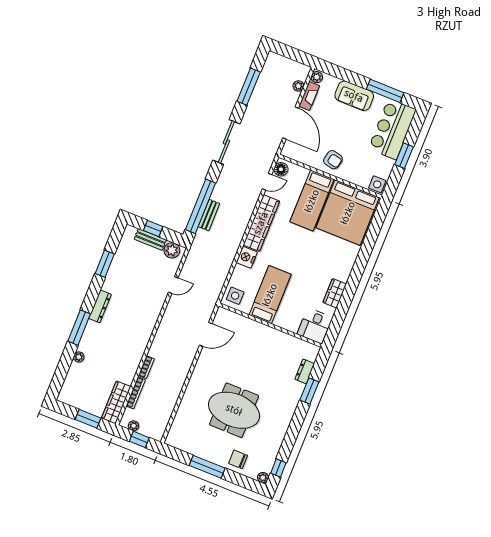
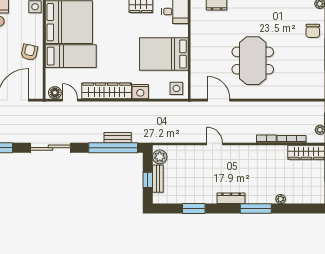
door: (173, 285) -> (215, 144), moved
bed: (270, 295) -> (164, 54), width x1.50
meeting table: (234, 410) -> (253, 61), moved

